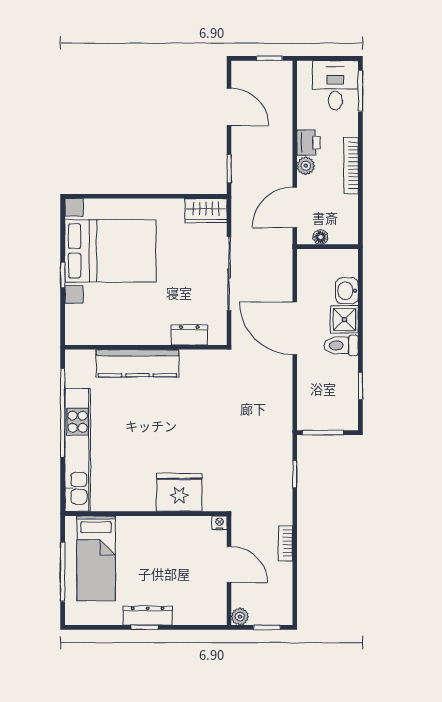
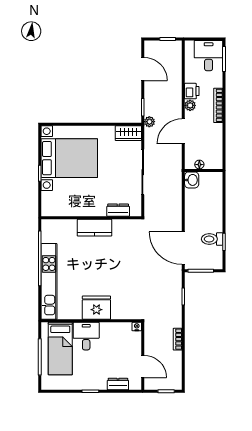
floor lamp: (321, 237) -> (199, 165), moved
wall: (328, 247) -> (204, 170), moved
washbasin: (347, 291) -> (192, 180), moved, turned 180
shower: (344, 319) -> (214, 201), removed
door: (295, 328) -> (183, 248), moved
toilet: (341, 345) -> (212, 239), moved
kitchen counter: (137, 363) -> (95, 228), width x0.67
fridge: (179, 492) -> (96, 308), moved
desk: (138, 538) -> (86, 336), added
door: (229, 564) -> (143, 366), moved
dresser: (148, 616) -> (118, 384), moved, width x0.70
plant: (240, 617) -> (149, 122), moved

